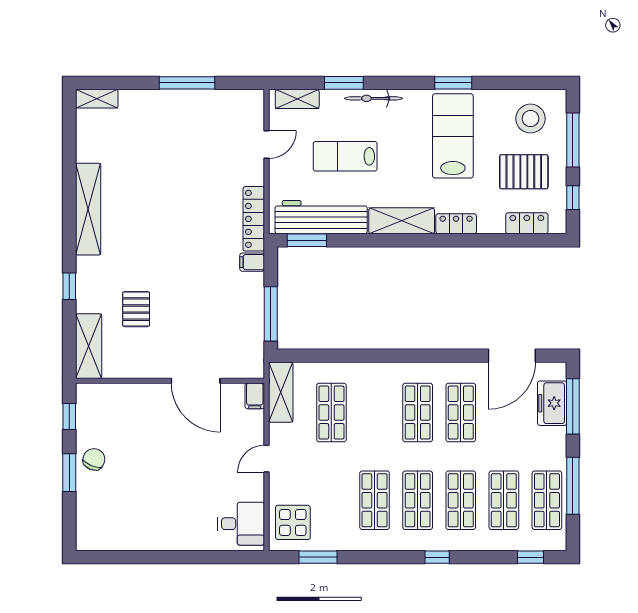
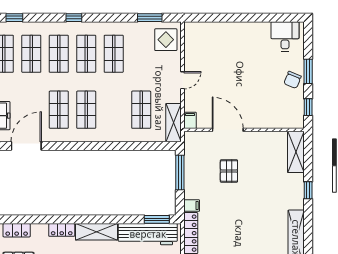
pallet: (136, 309) -> (229, 171), moved
desk: (241, 524) -> (285, 36), moved, turned 90

